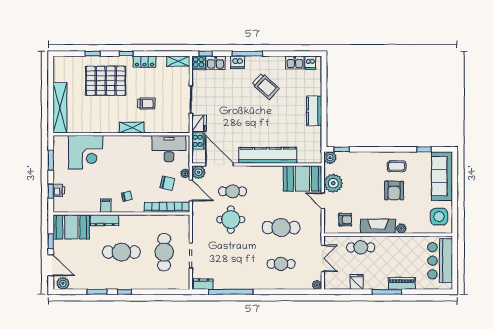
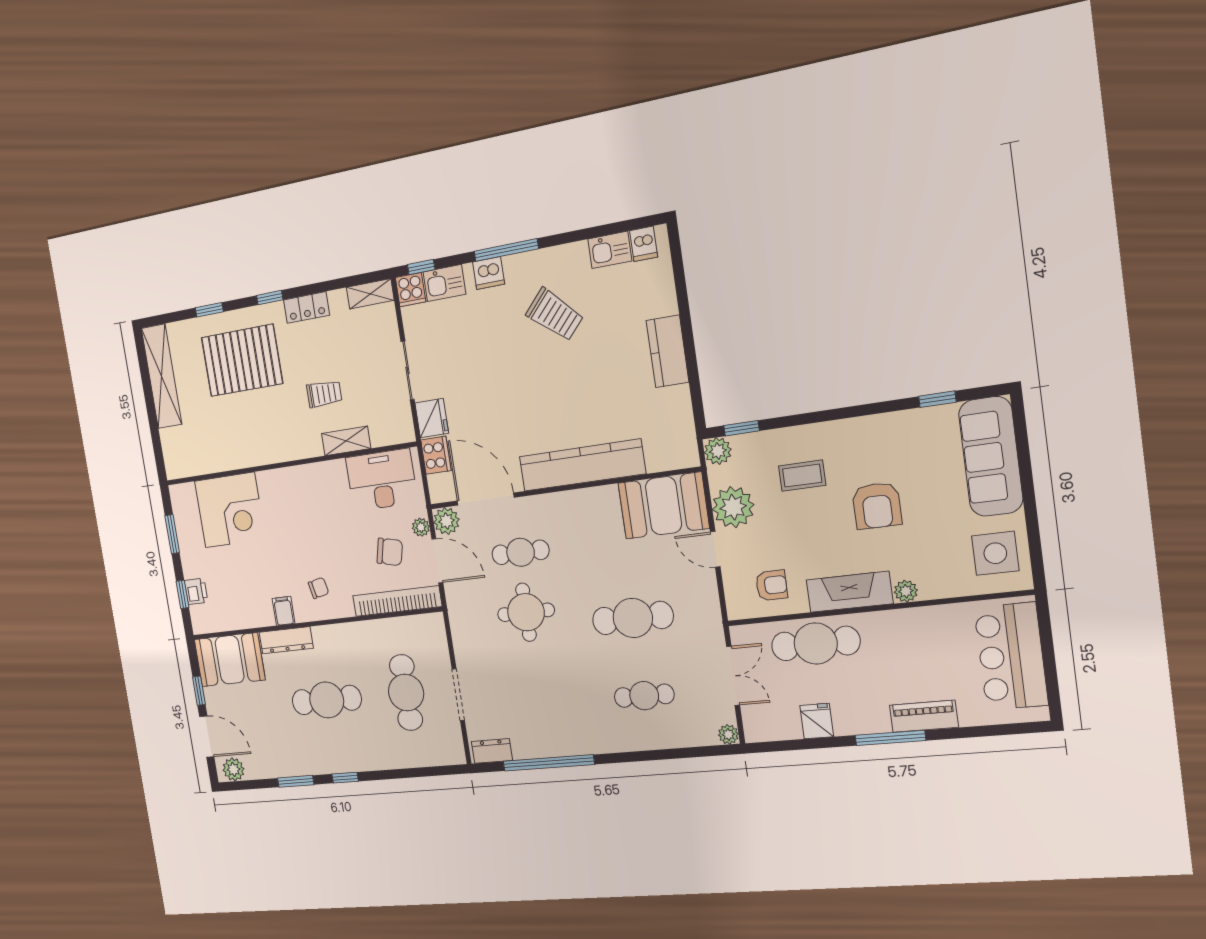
shelving: (60, 108) -> (162, 376), moved
shelving: (132, 128) -> (346, 441), moved
coffee table: (397, 166) -> (802, 476), moved
cafe table: (361, 247) -> (816, 644), width x1.37, depth x1.35

